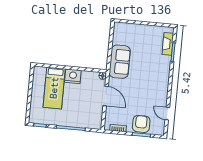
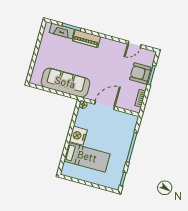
sofa: (120, 62) -> (65, 83), width x1.36
piano: (165, 68) -> (87, 39), added

